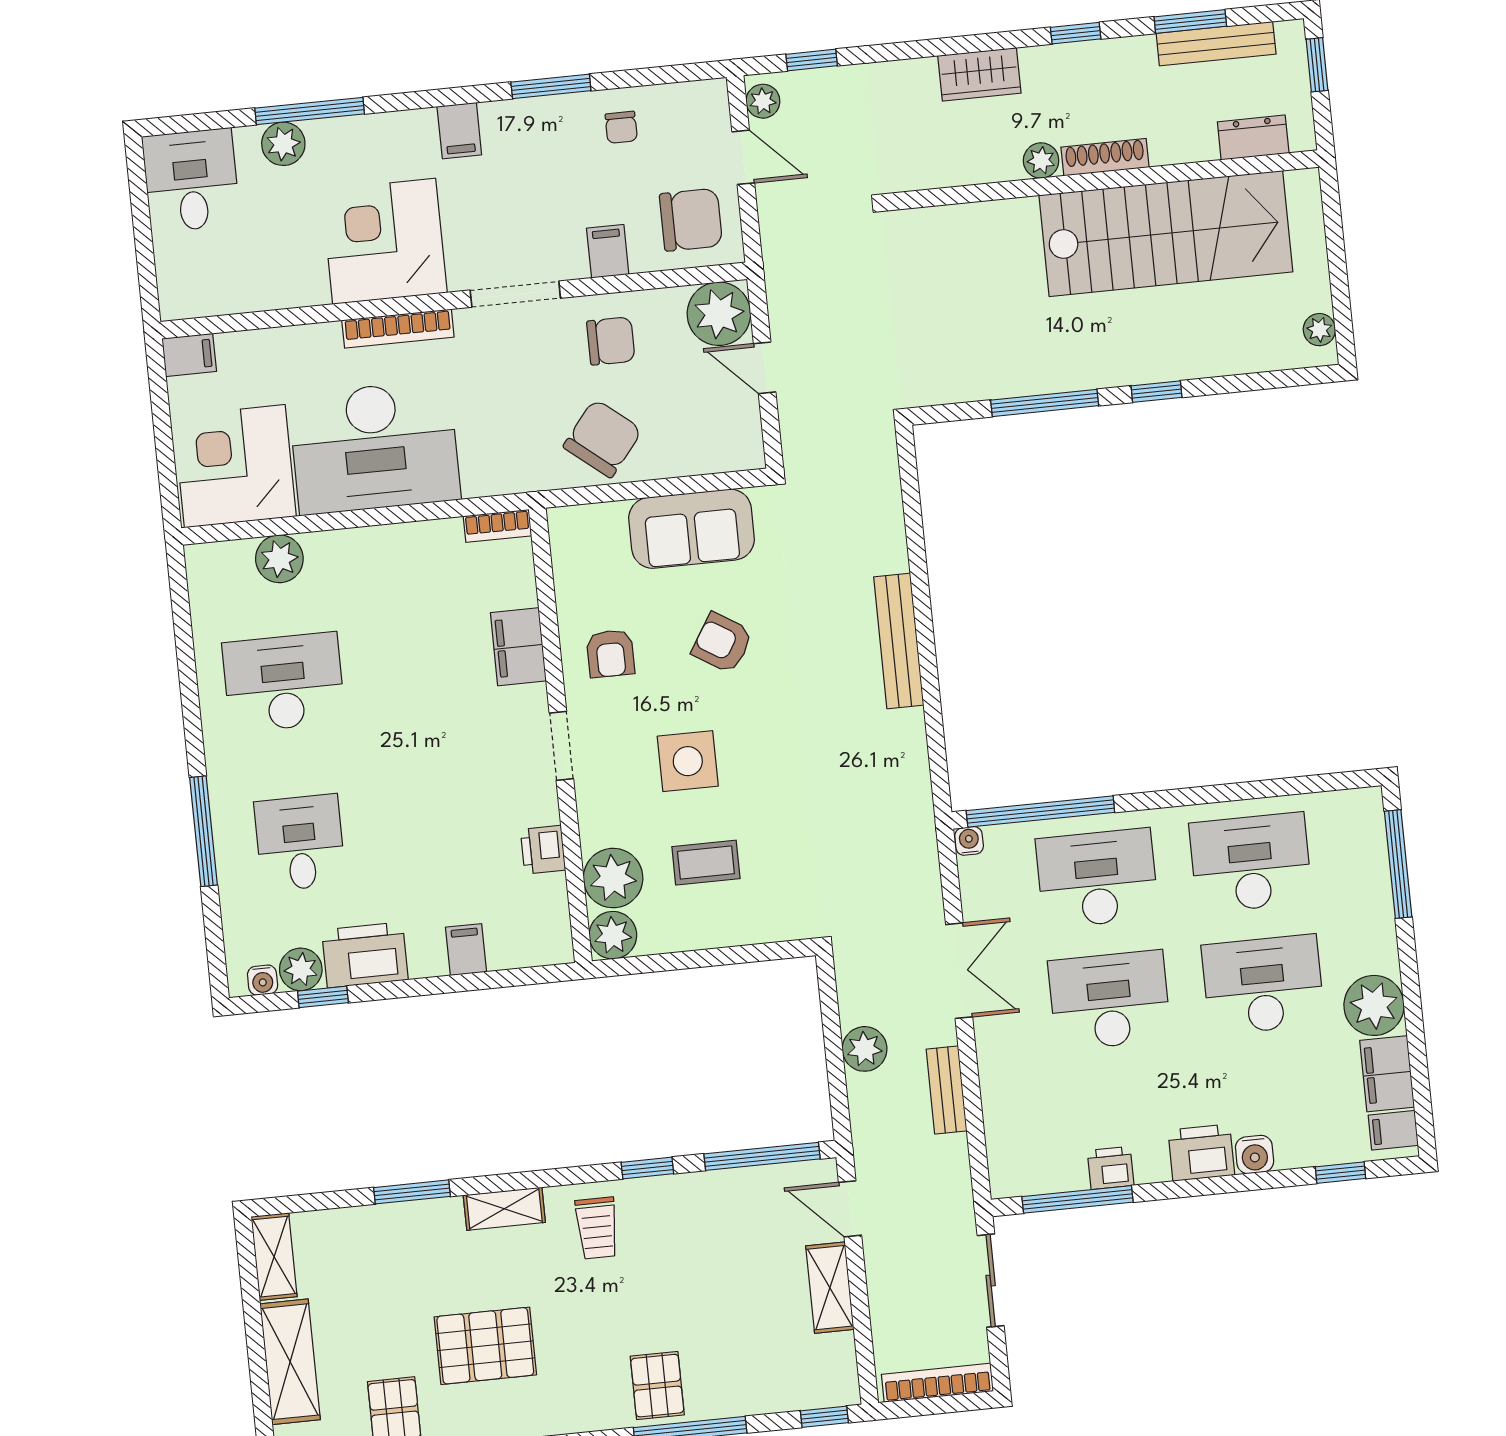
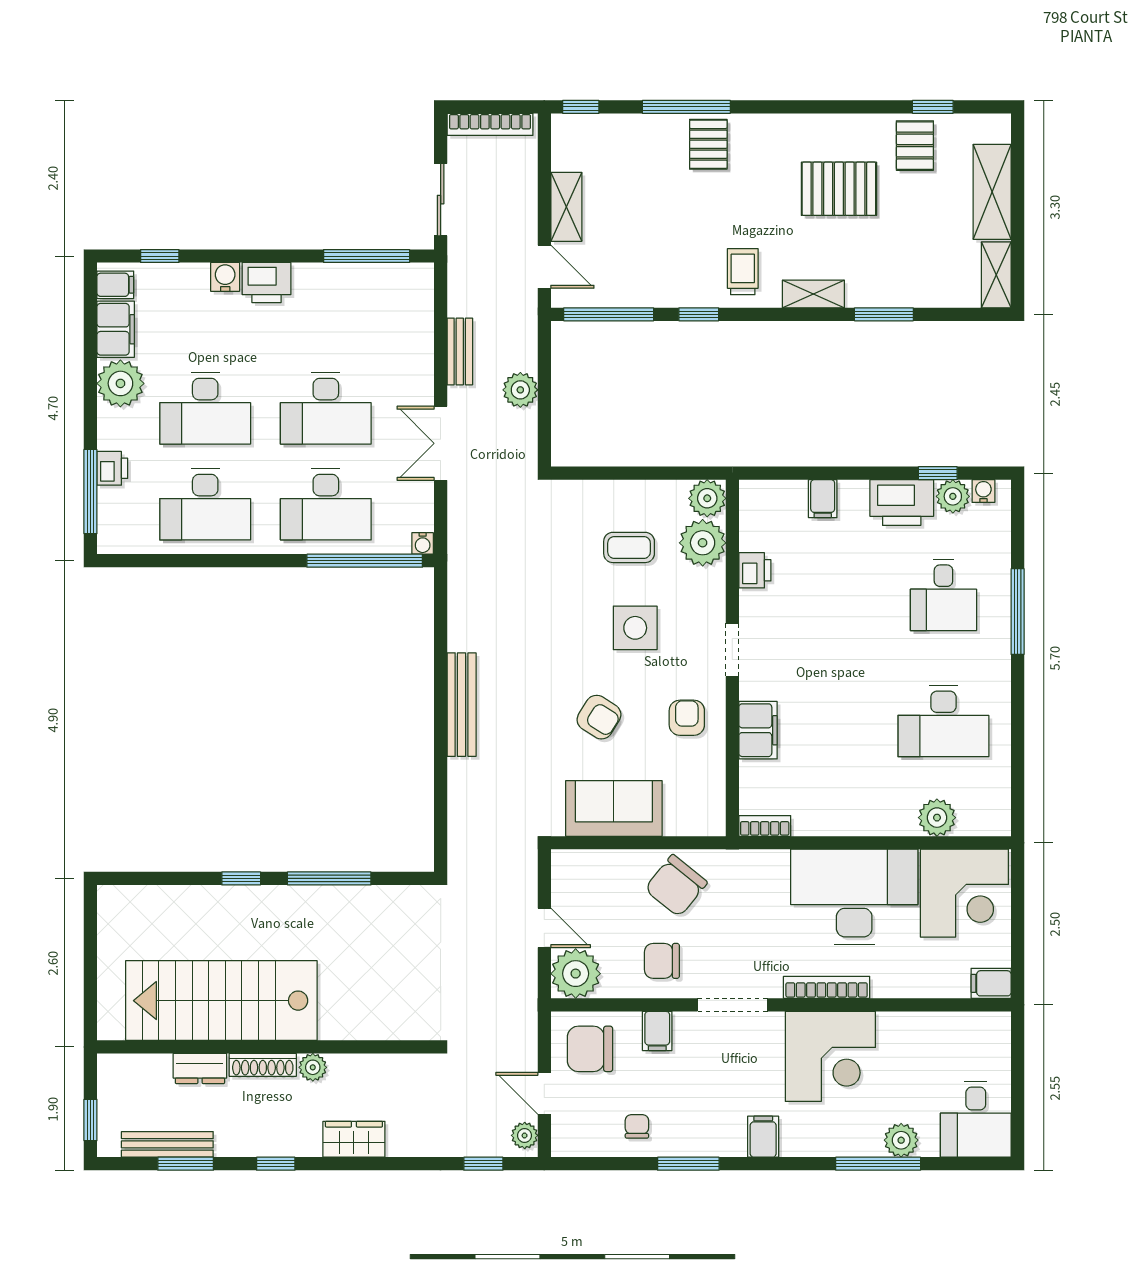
dresser: (1253, 137) -> (200, 1068), moved
plant: (1319, 330) -> (110, 914), removed
printer: (1111, 1168) -> (112, 468), moved, turned -90

